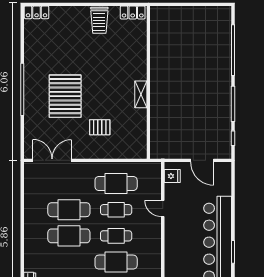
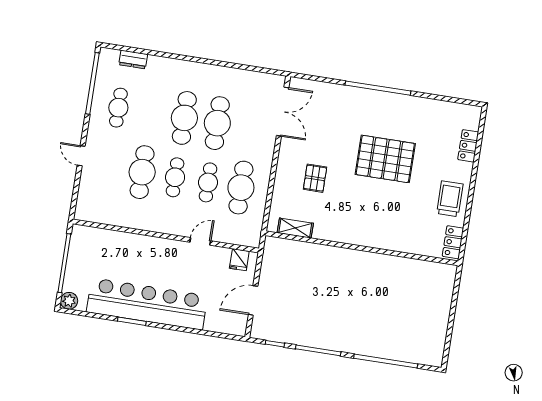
locker: (37, 12) -> (468, 146), moved
trolley: (99, 20) -> (450, 199), turned 90
shelving: (141, 94) -> (295, 228), moved
pallet: (65, 96) -> (385, 159), moved

